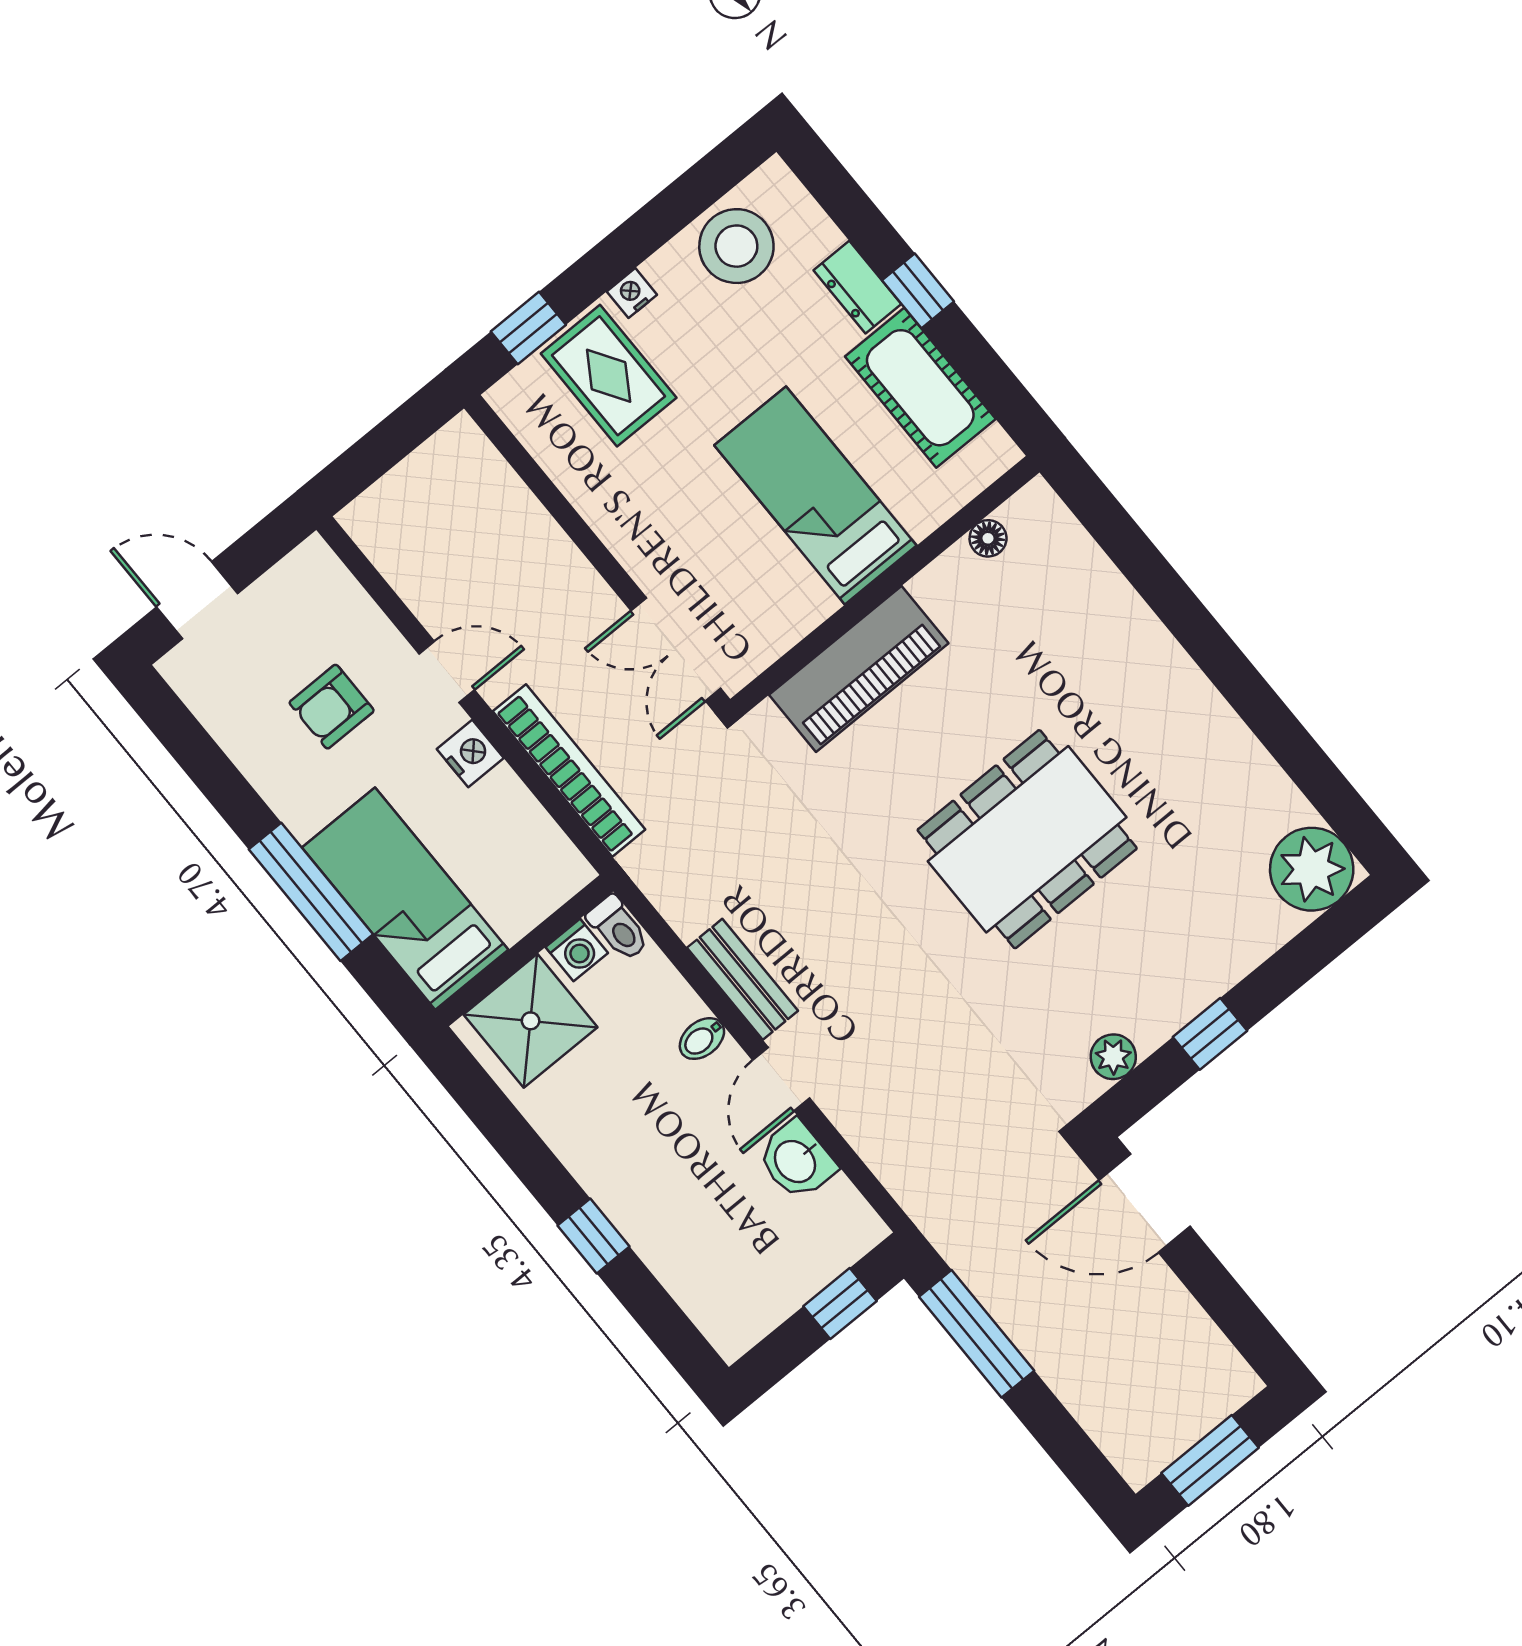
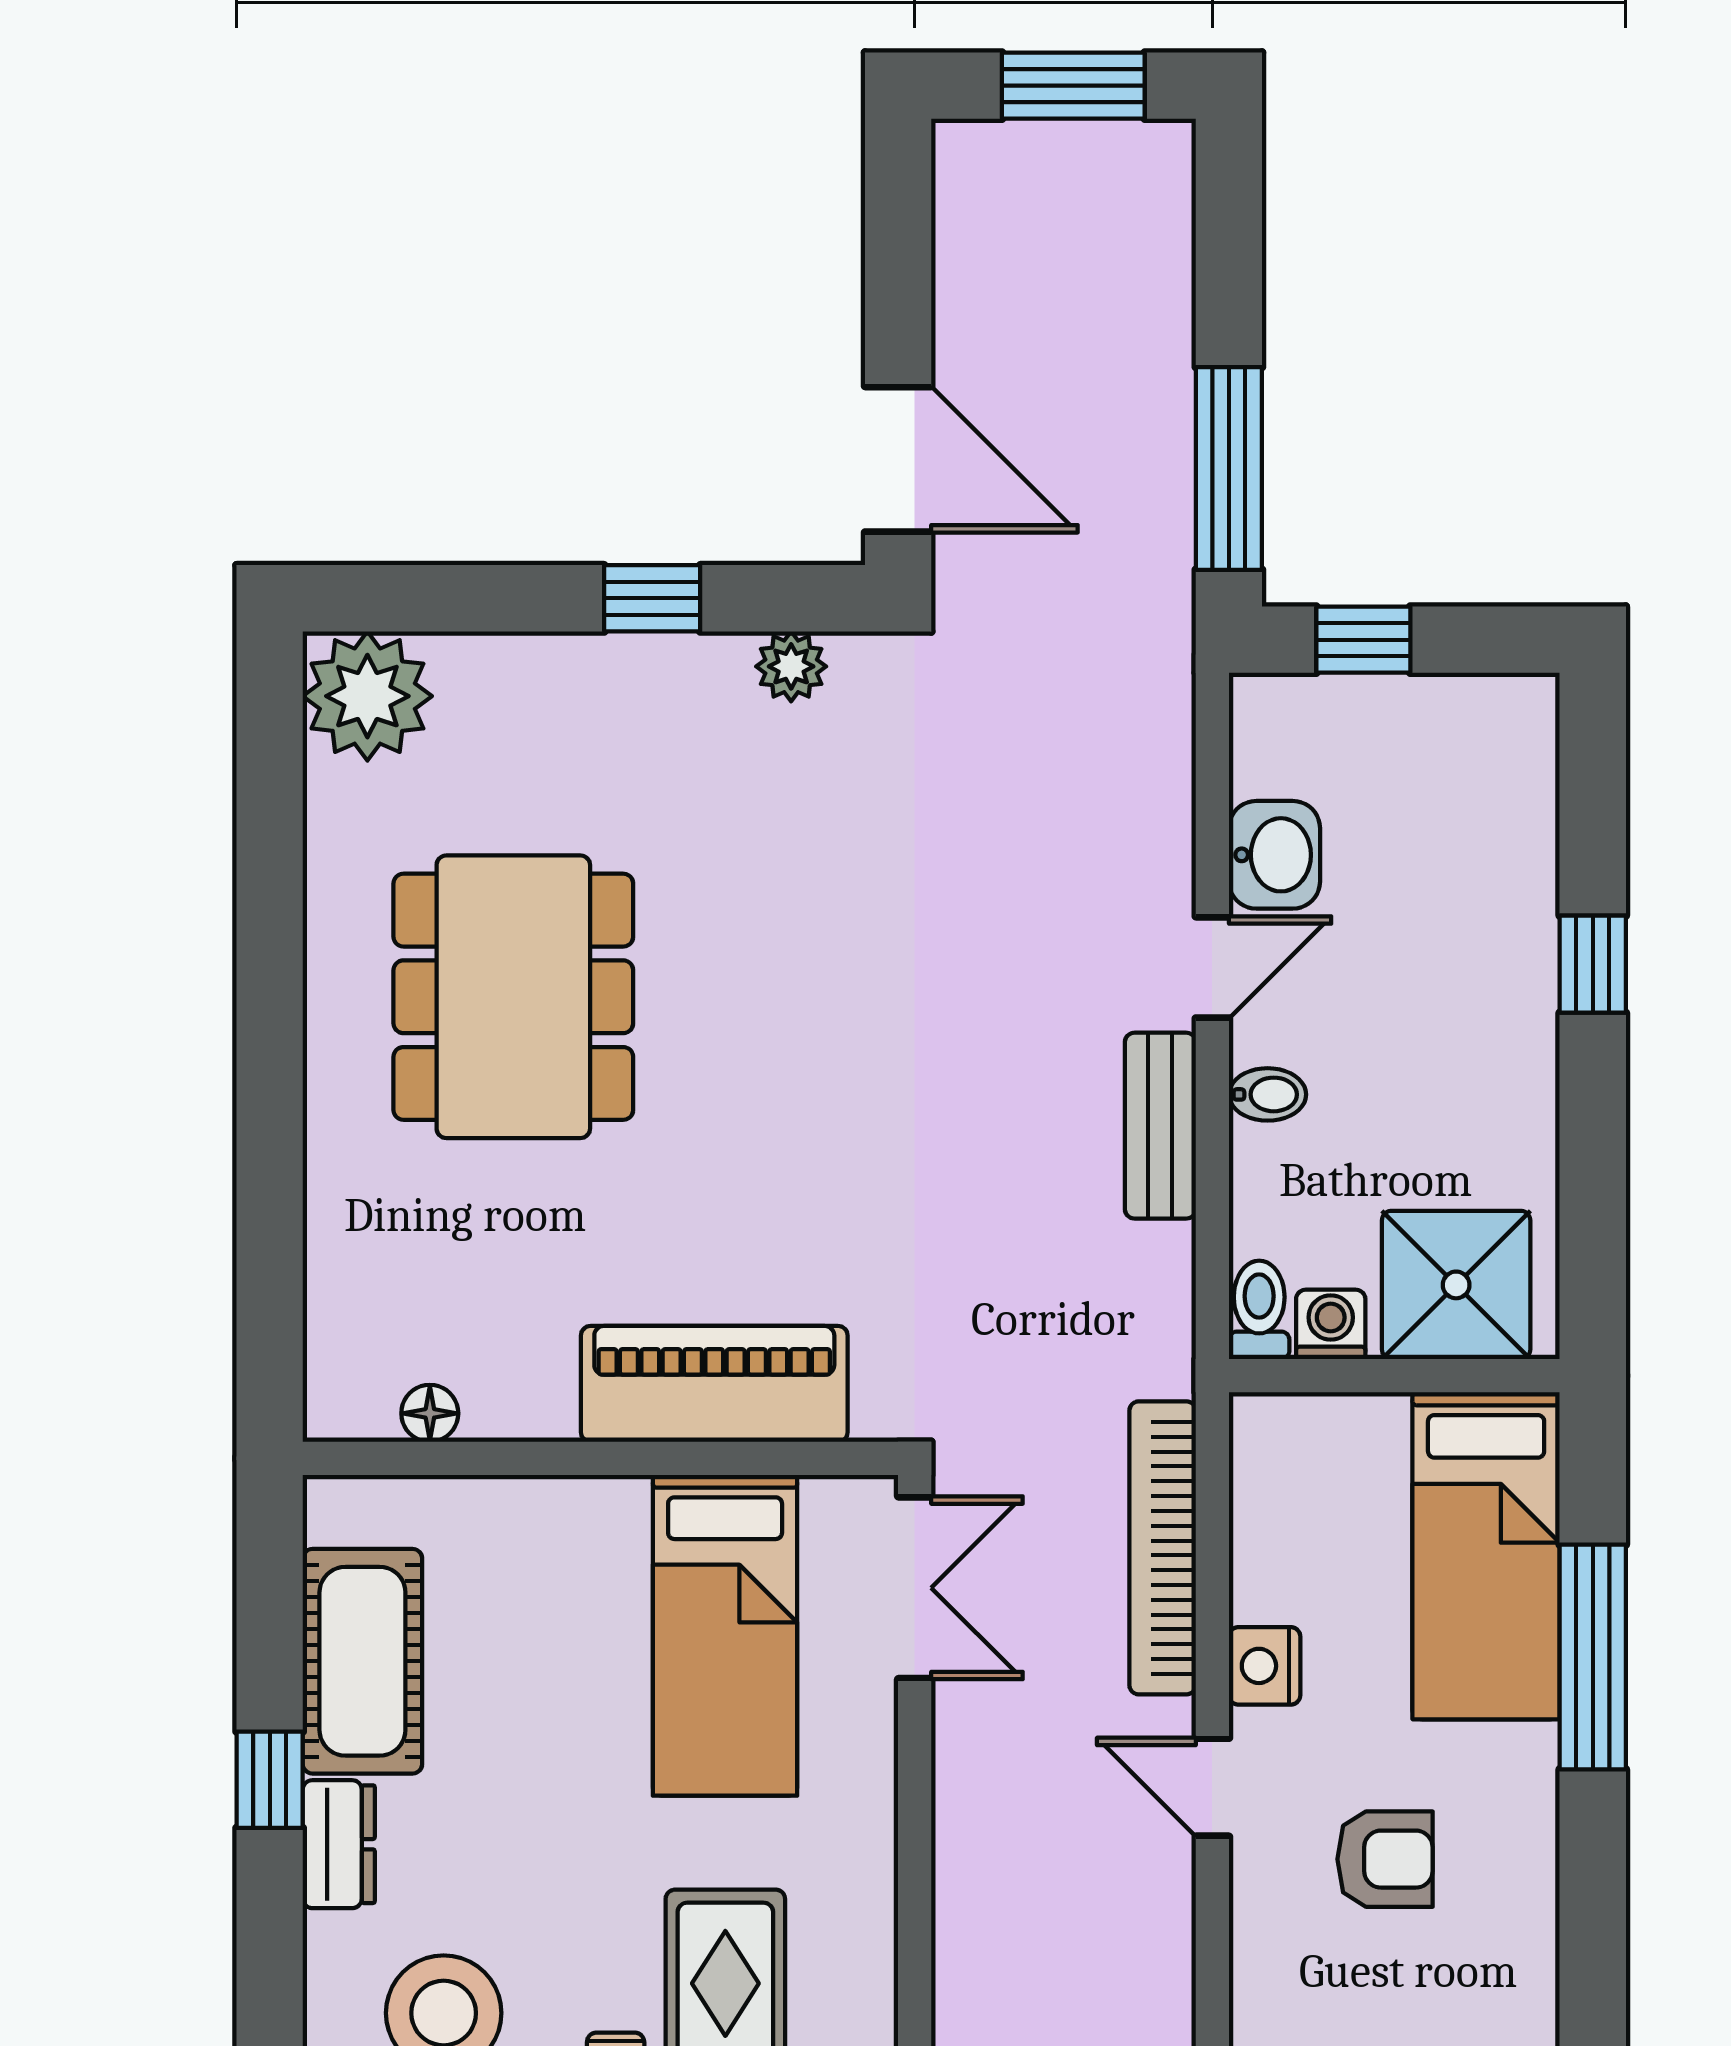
bed: (815, 495) -> (725, 1635), moved
dining table: (1027, 839) -> (513, 997), moved, turned 90

